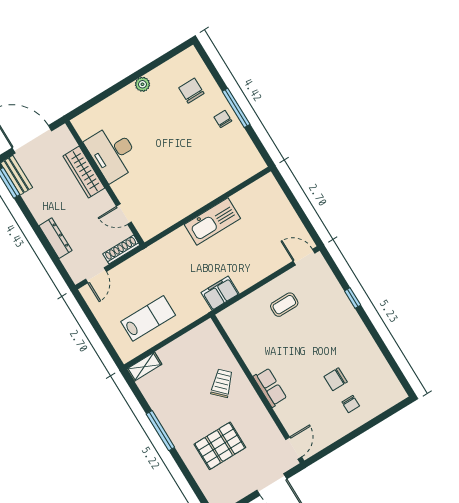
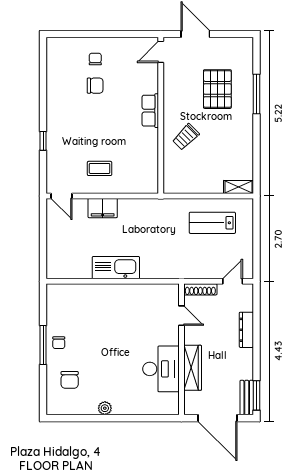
filing cabinet: (220, 293) -> (103, 208), moved
window: (160, 431) -> (256, 94), moved
pallet: (220, 446) -> (217, 89), turned 90

